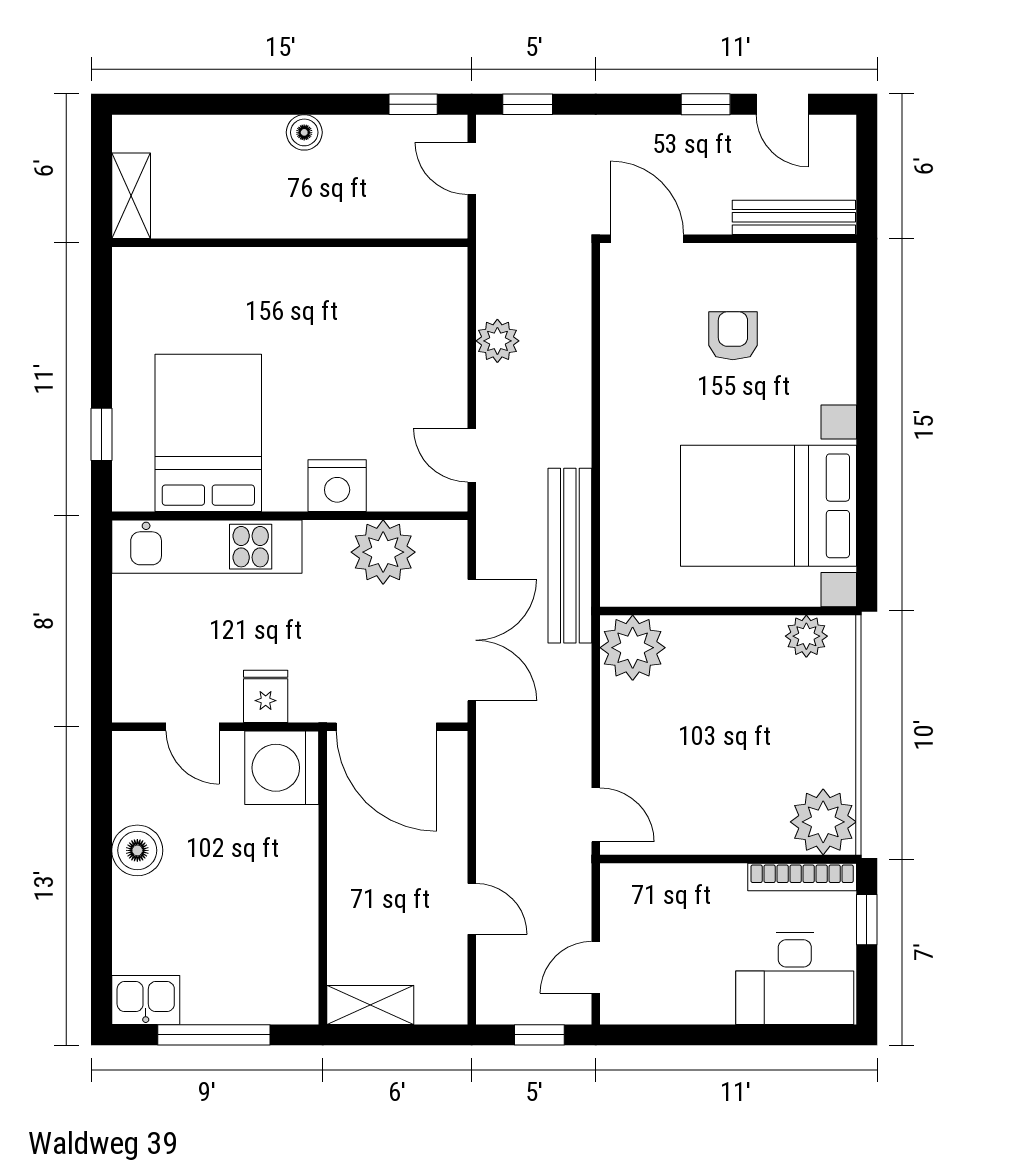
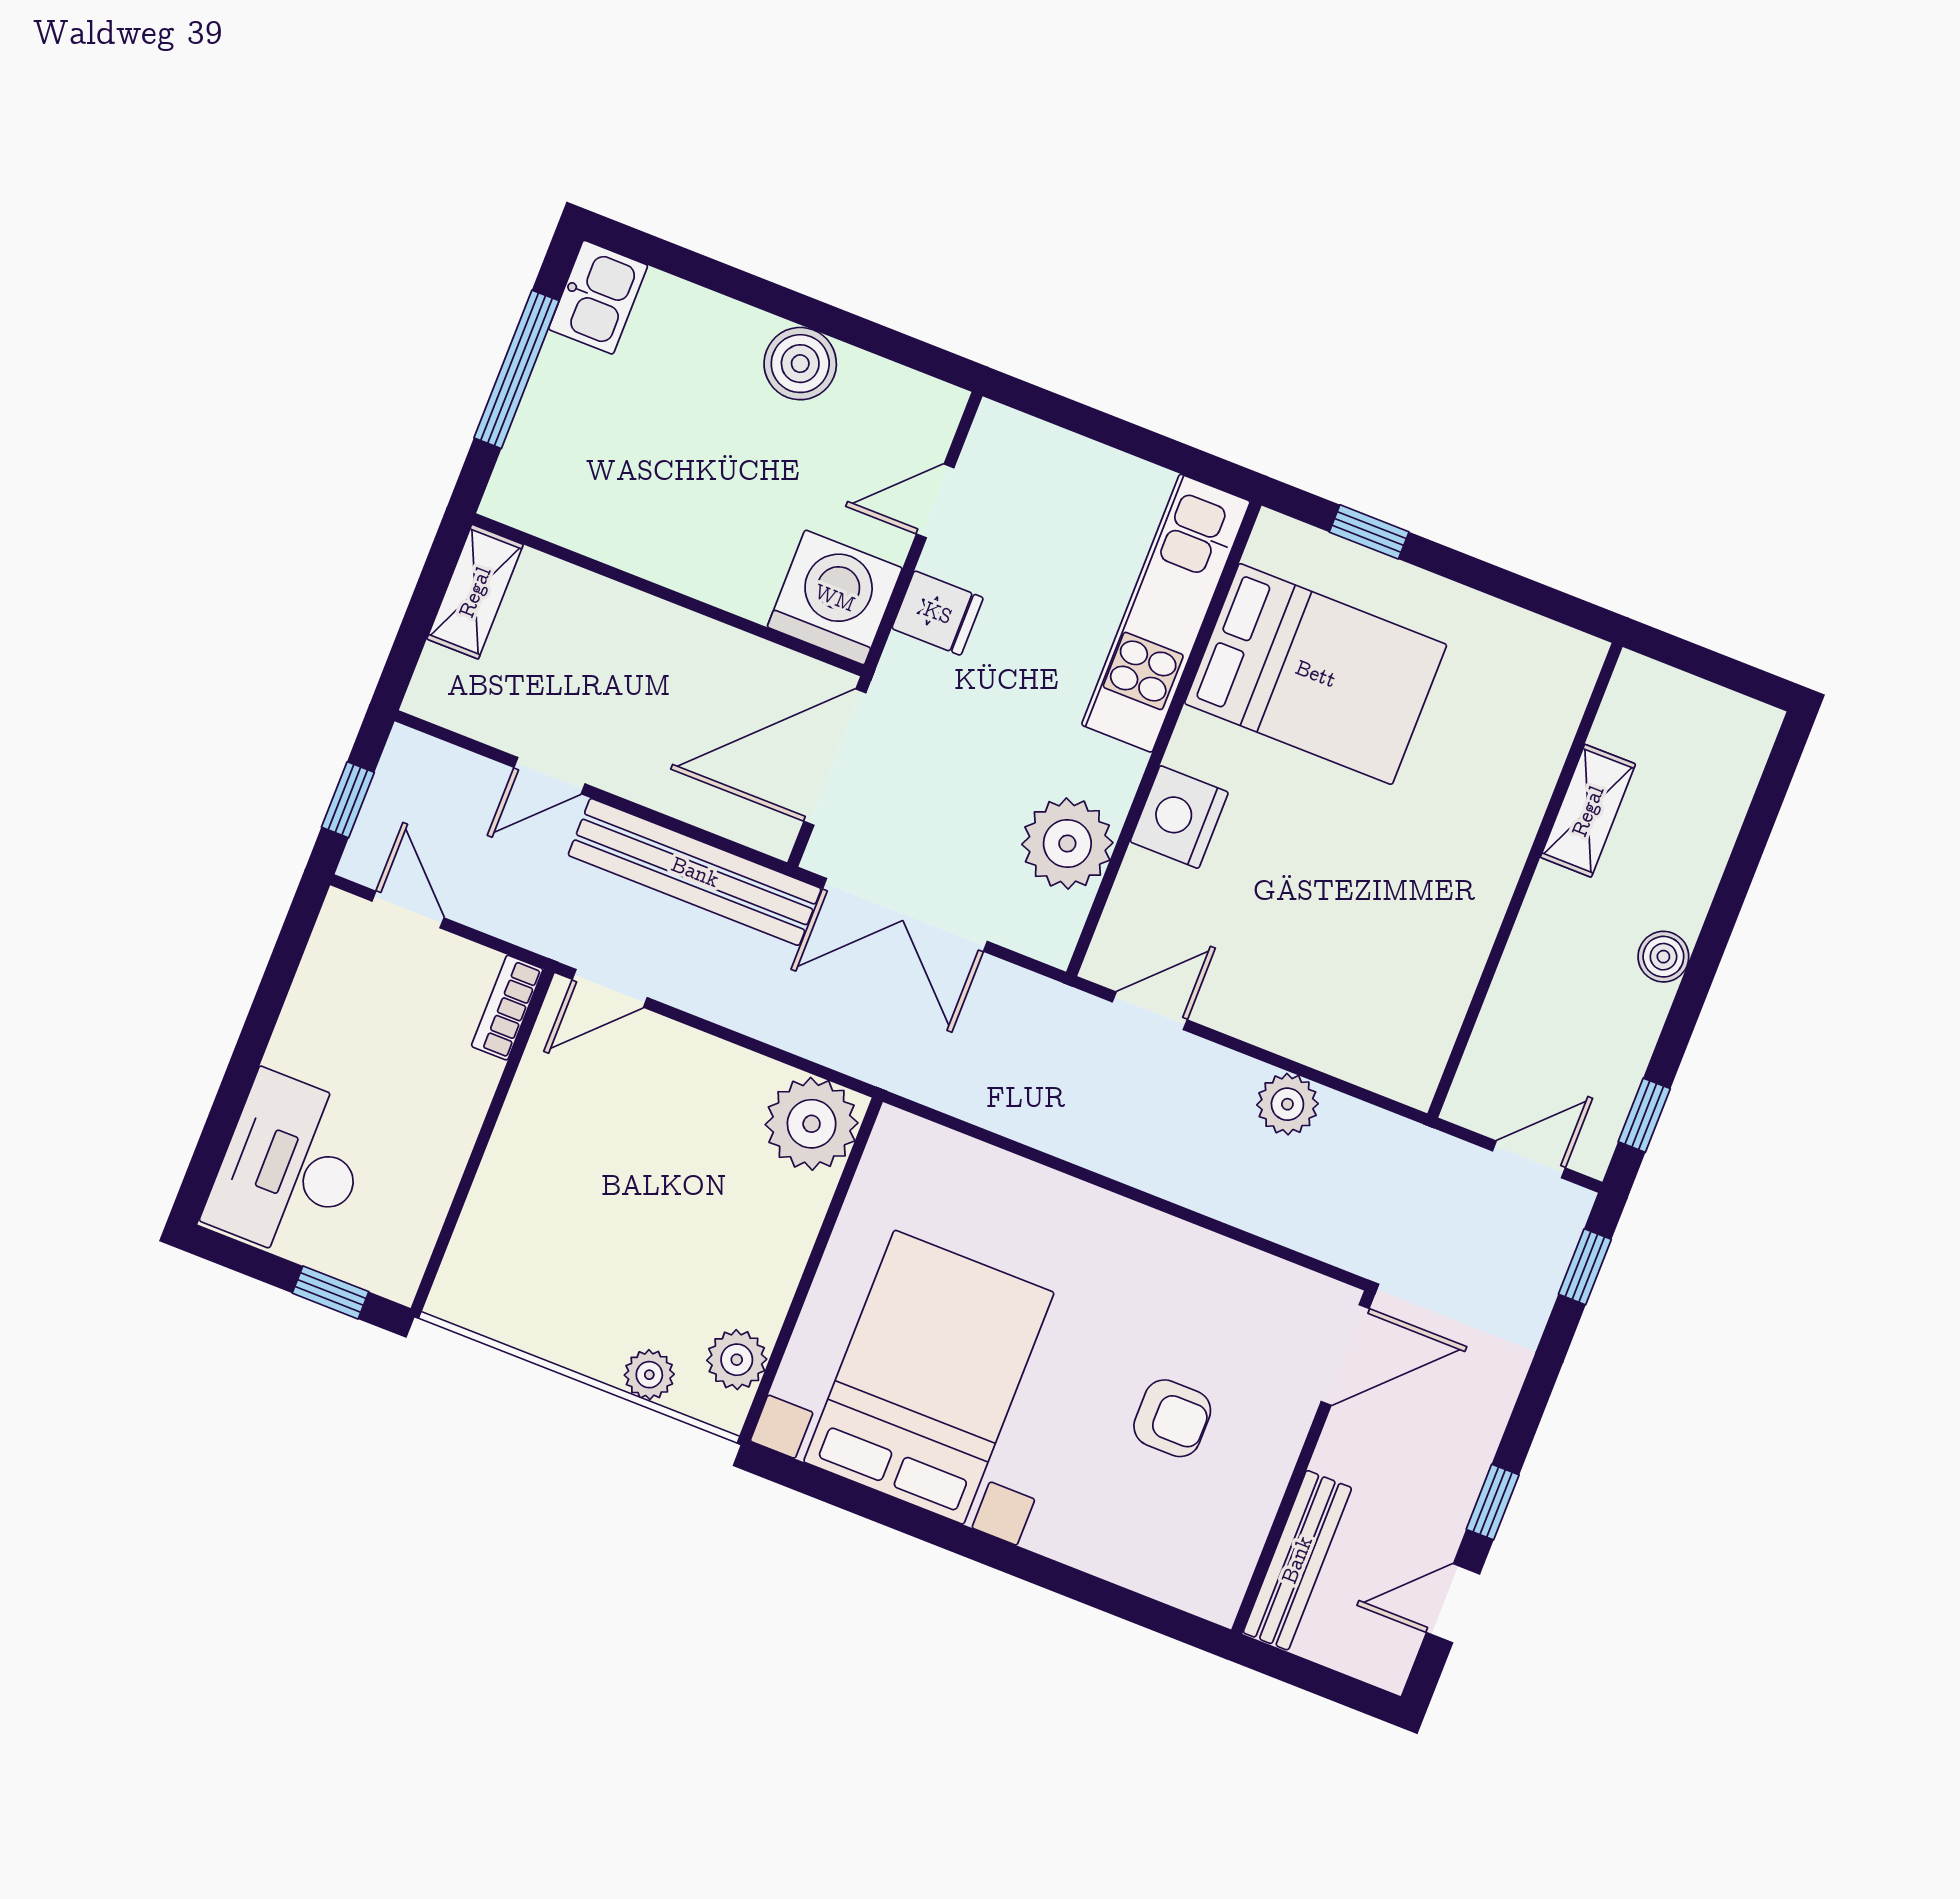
shelving: (131, 196) -> (1588, 811), moved, turned 90
bench: (570, 556) -> (695, 872), moved
plant: (823, 822) -> (649, 1375), moved, width x0.53, depth x0.53
bookcase: (802, 877) -> (507, 1008), moved, width x0.64

